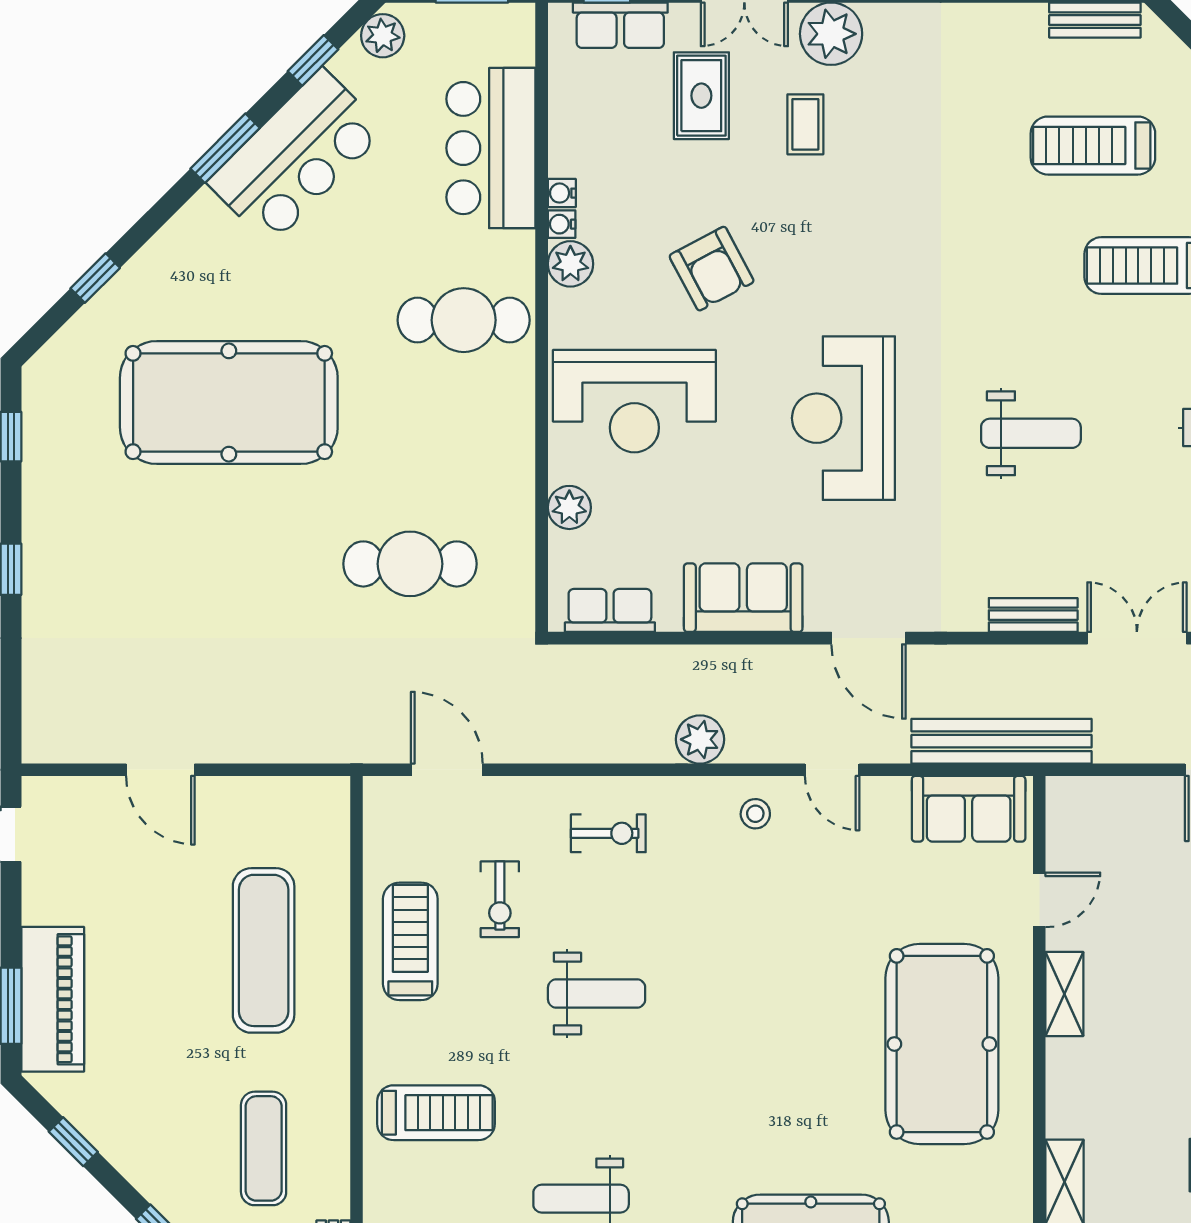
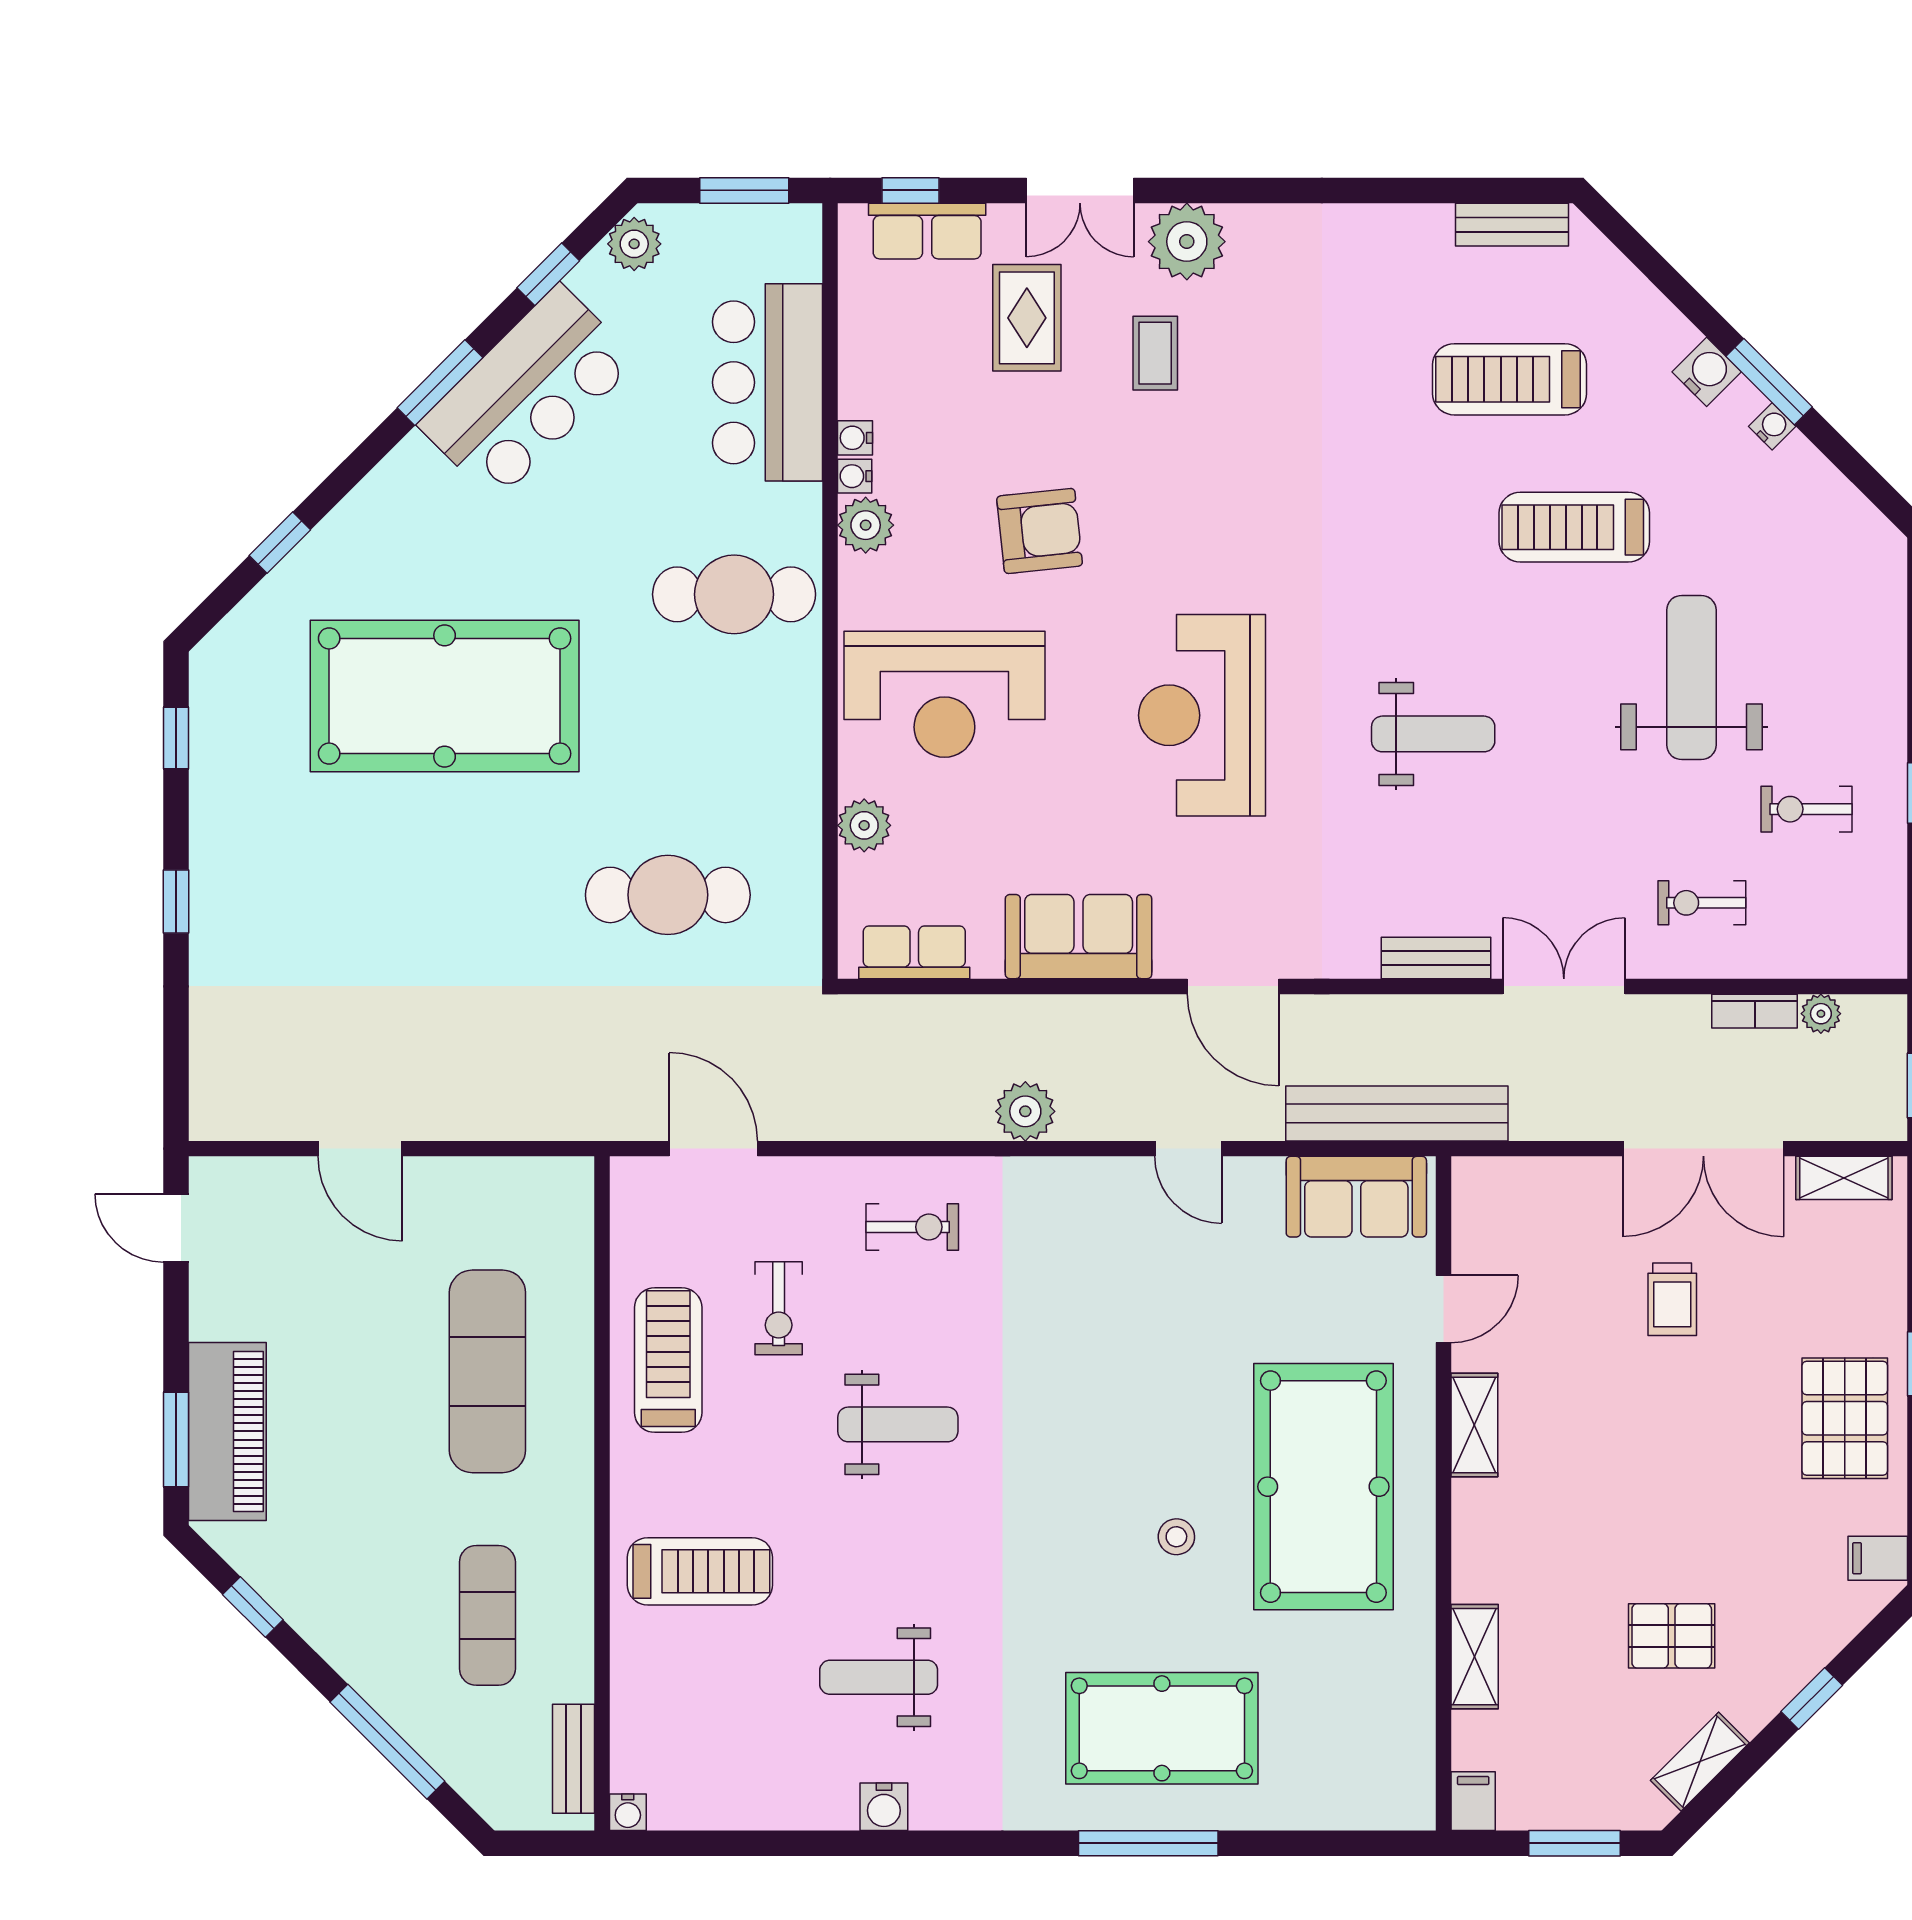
armchair: (712, 269) -> (1040, 531), turned -68
stool: (755, 814) -> (1176, 1537), moved

